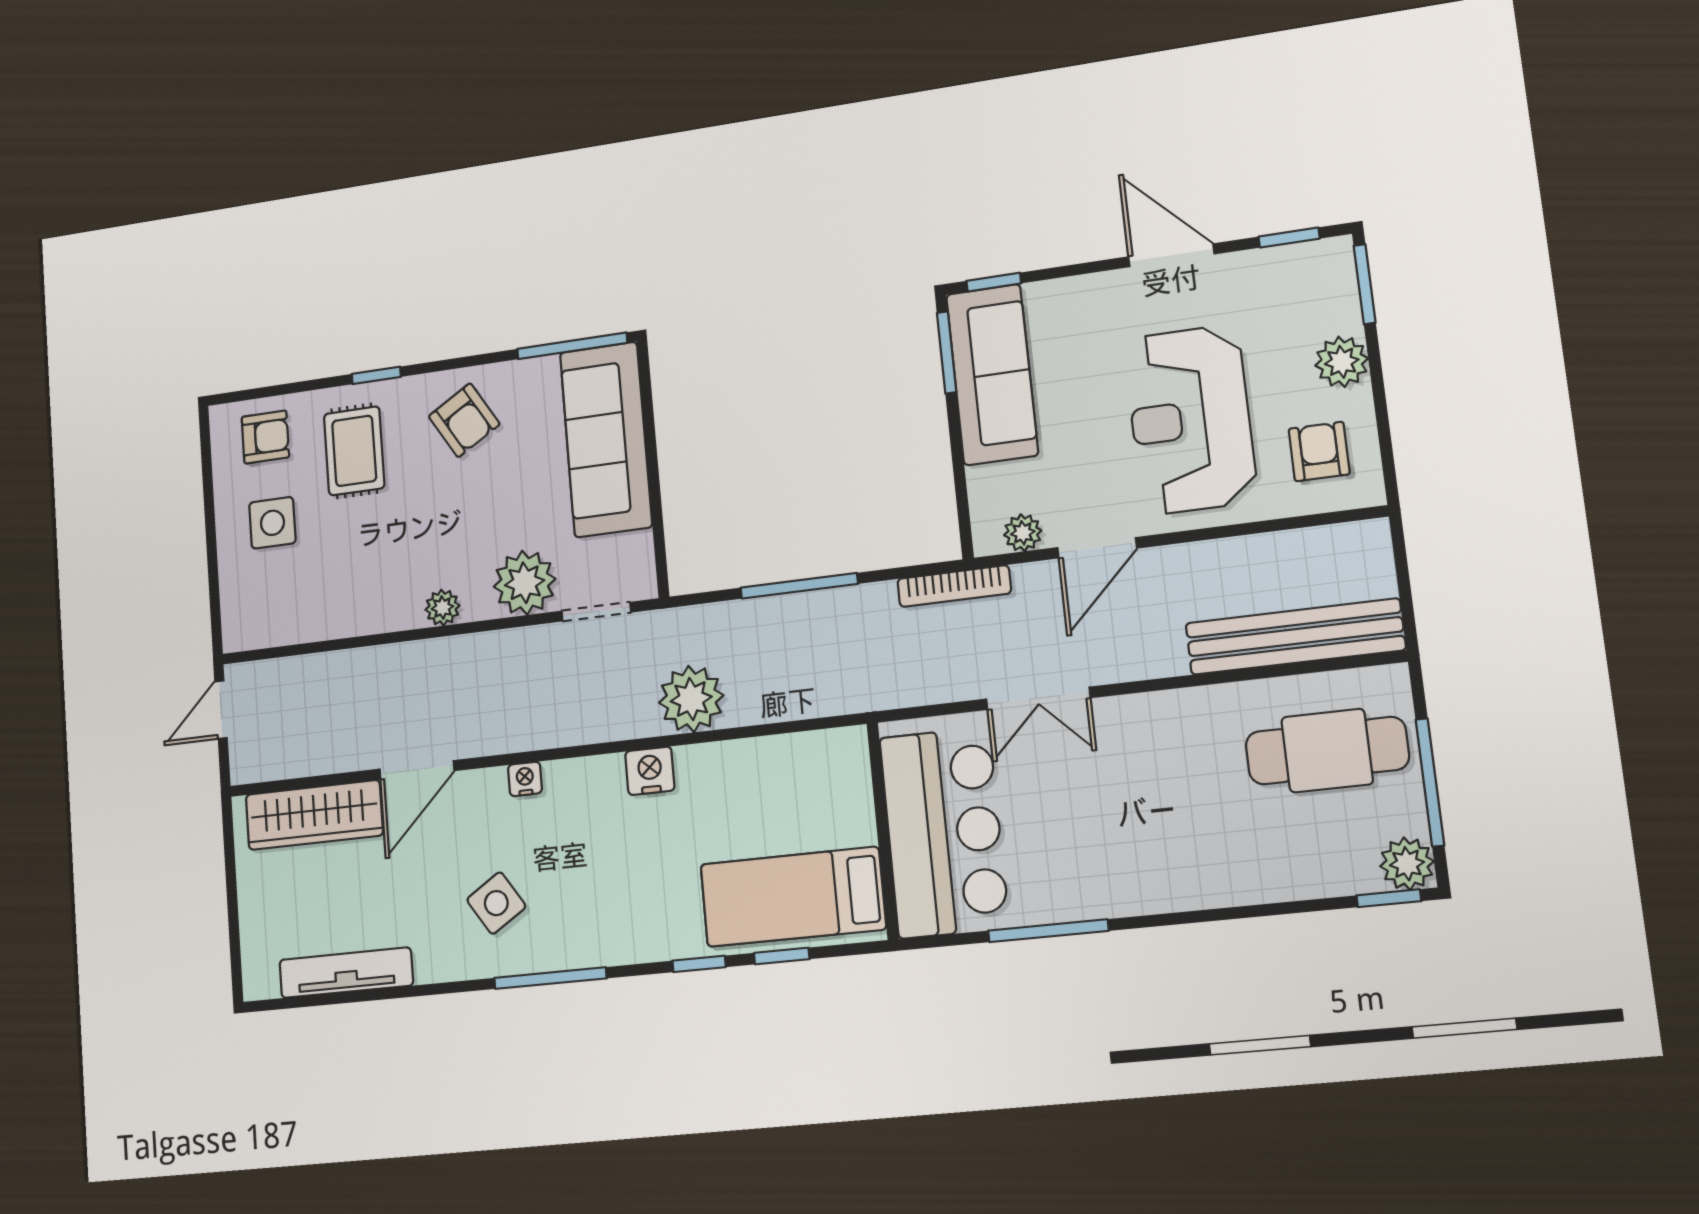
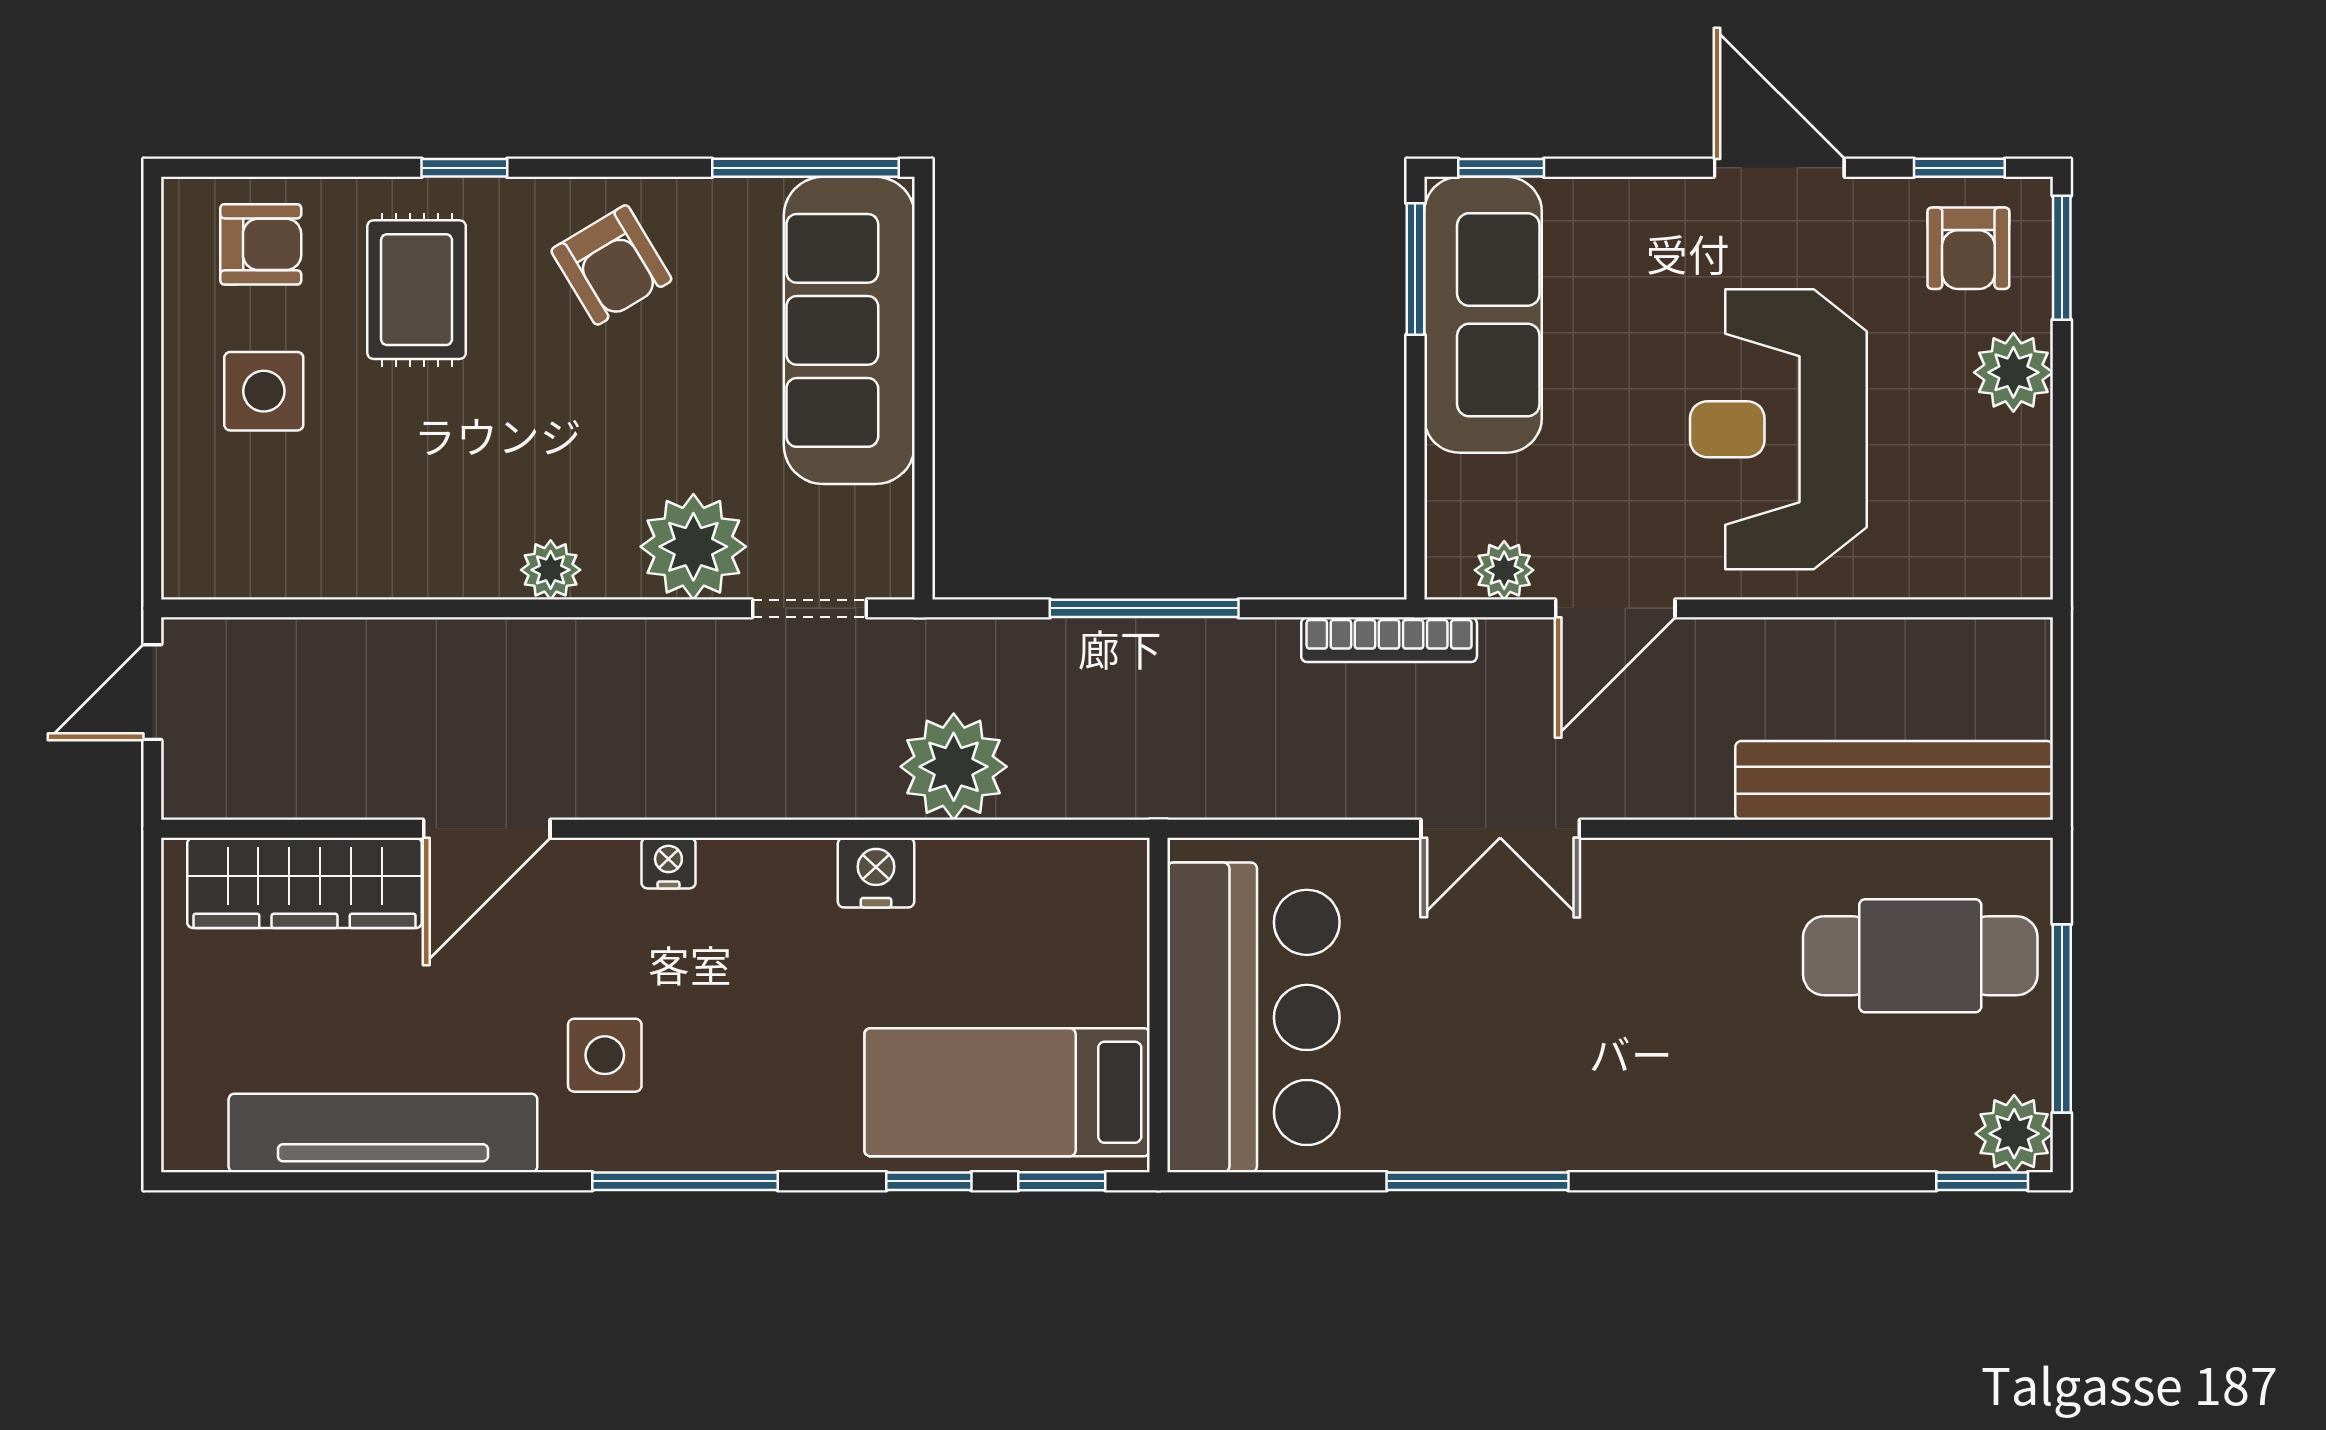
armchair: (1319, 452) -> (1968, 248), moved, turned 180
wall: (883, 831) -> (1158, 1005), moved
bar counter: (944, 832) -> (1253, 1017), moved
bed: (793, 897) -> (1007, 1092), moved
side table: (496, 903) -> (605, 1055), turned 33
tv unit: (346, 973) -> (383, 1133), width x1.36, depth x1.29

